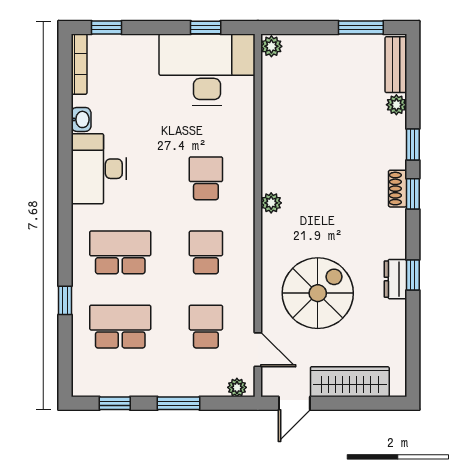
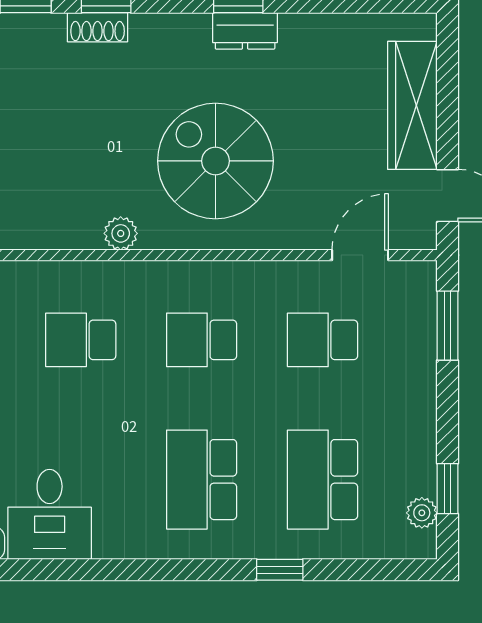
desk: (99, 169) -> (50, 514), width x0.73
spiral stairs: (318, 293) -> (215, 161), moved
plant: (237, 387) -> (422, 513), moved
window: (179, 403) -> (447, 326), moved

